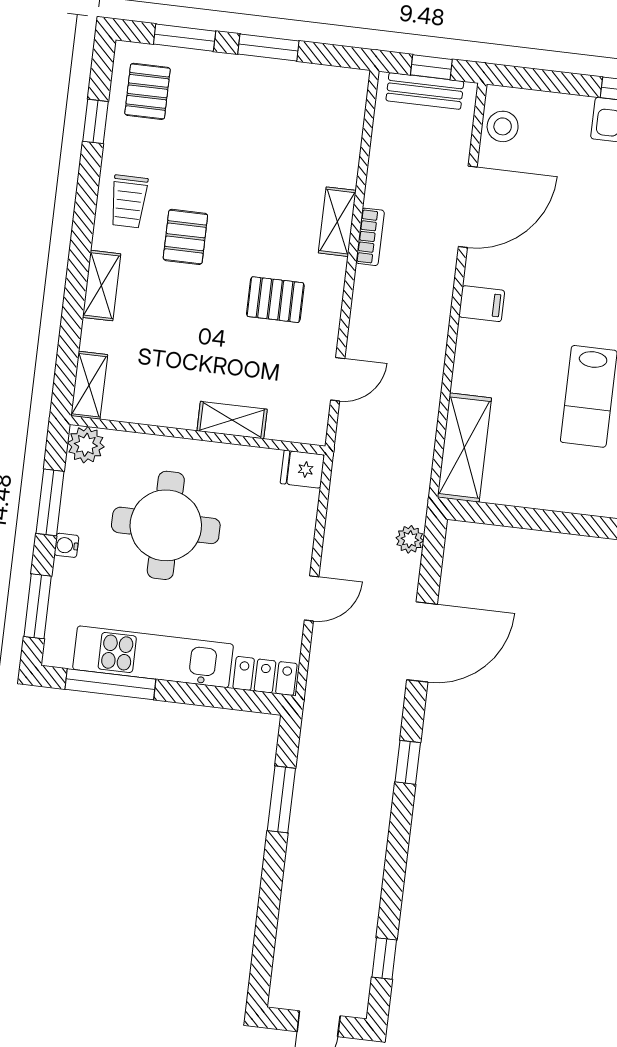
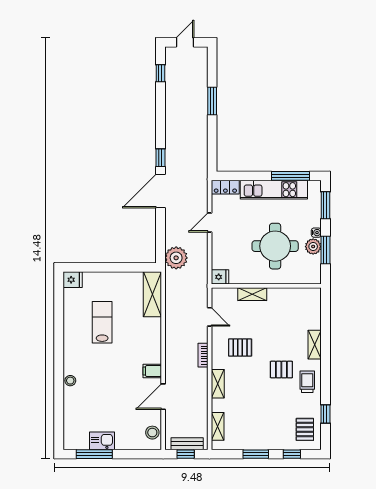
window: (185, 38) -> (292, 454), width x0.67
door: (468, 207) -> (163, 397), width x0.73
pallet: (185, 237) -> (281, 370), turned 90
bookcase: (370, 237) -> (203, 355), moved
filing cabinet: (482, 304) -> (152, 371), moved
door: (338, 379) -> (210, 317), swing flipped
shelving: (89, 385) -> (218, 426), moved
plant: (86, 445) -> (313, 247), moved
plant: (410, 539) -> (176, 258), width x1.87, depth x1.87
door: (422, 642) -> (160, 191), moved
window: (281, 799) -> (212, 101), moved

